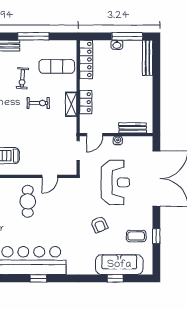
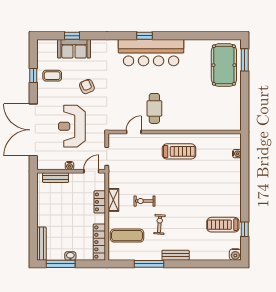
sofa: (119, 265) -> (74, 49), width x0.73

